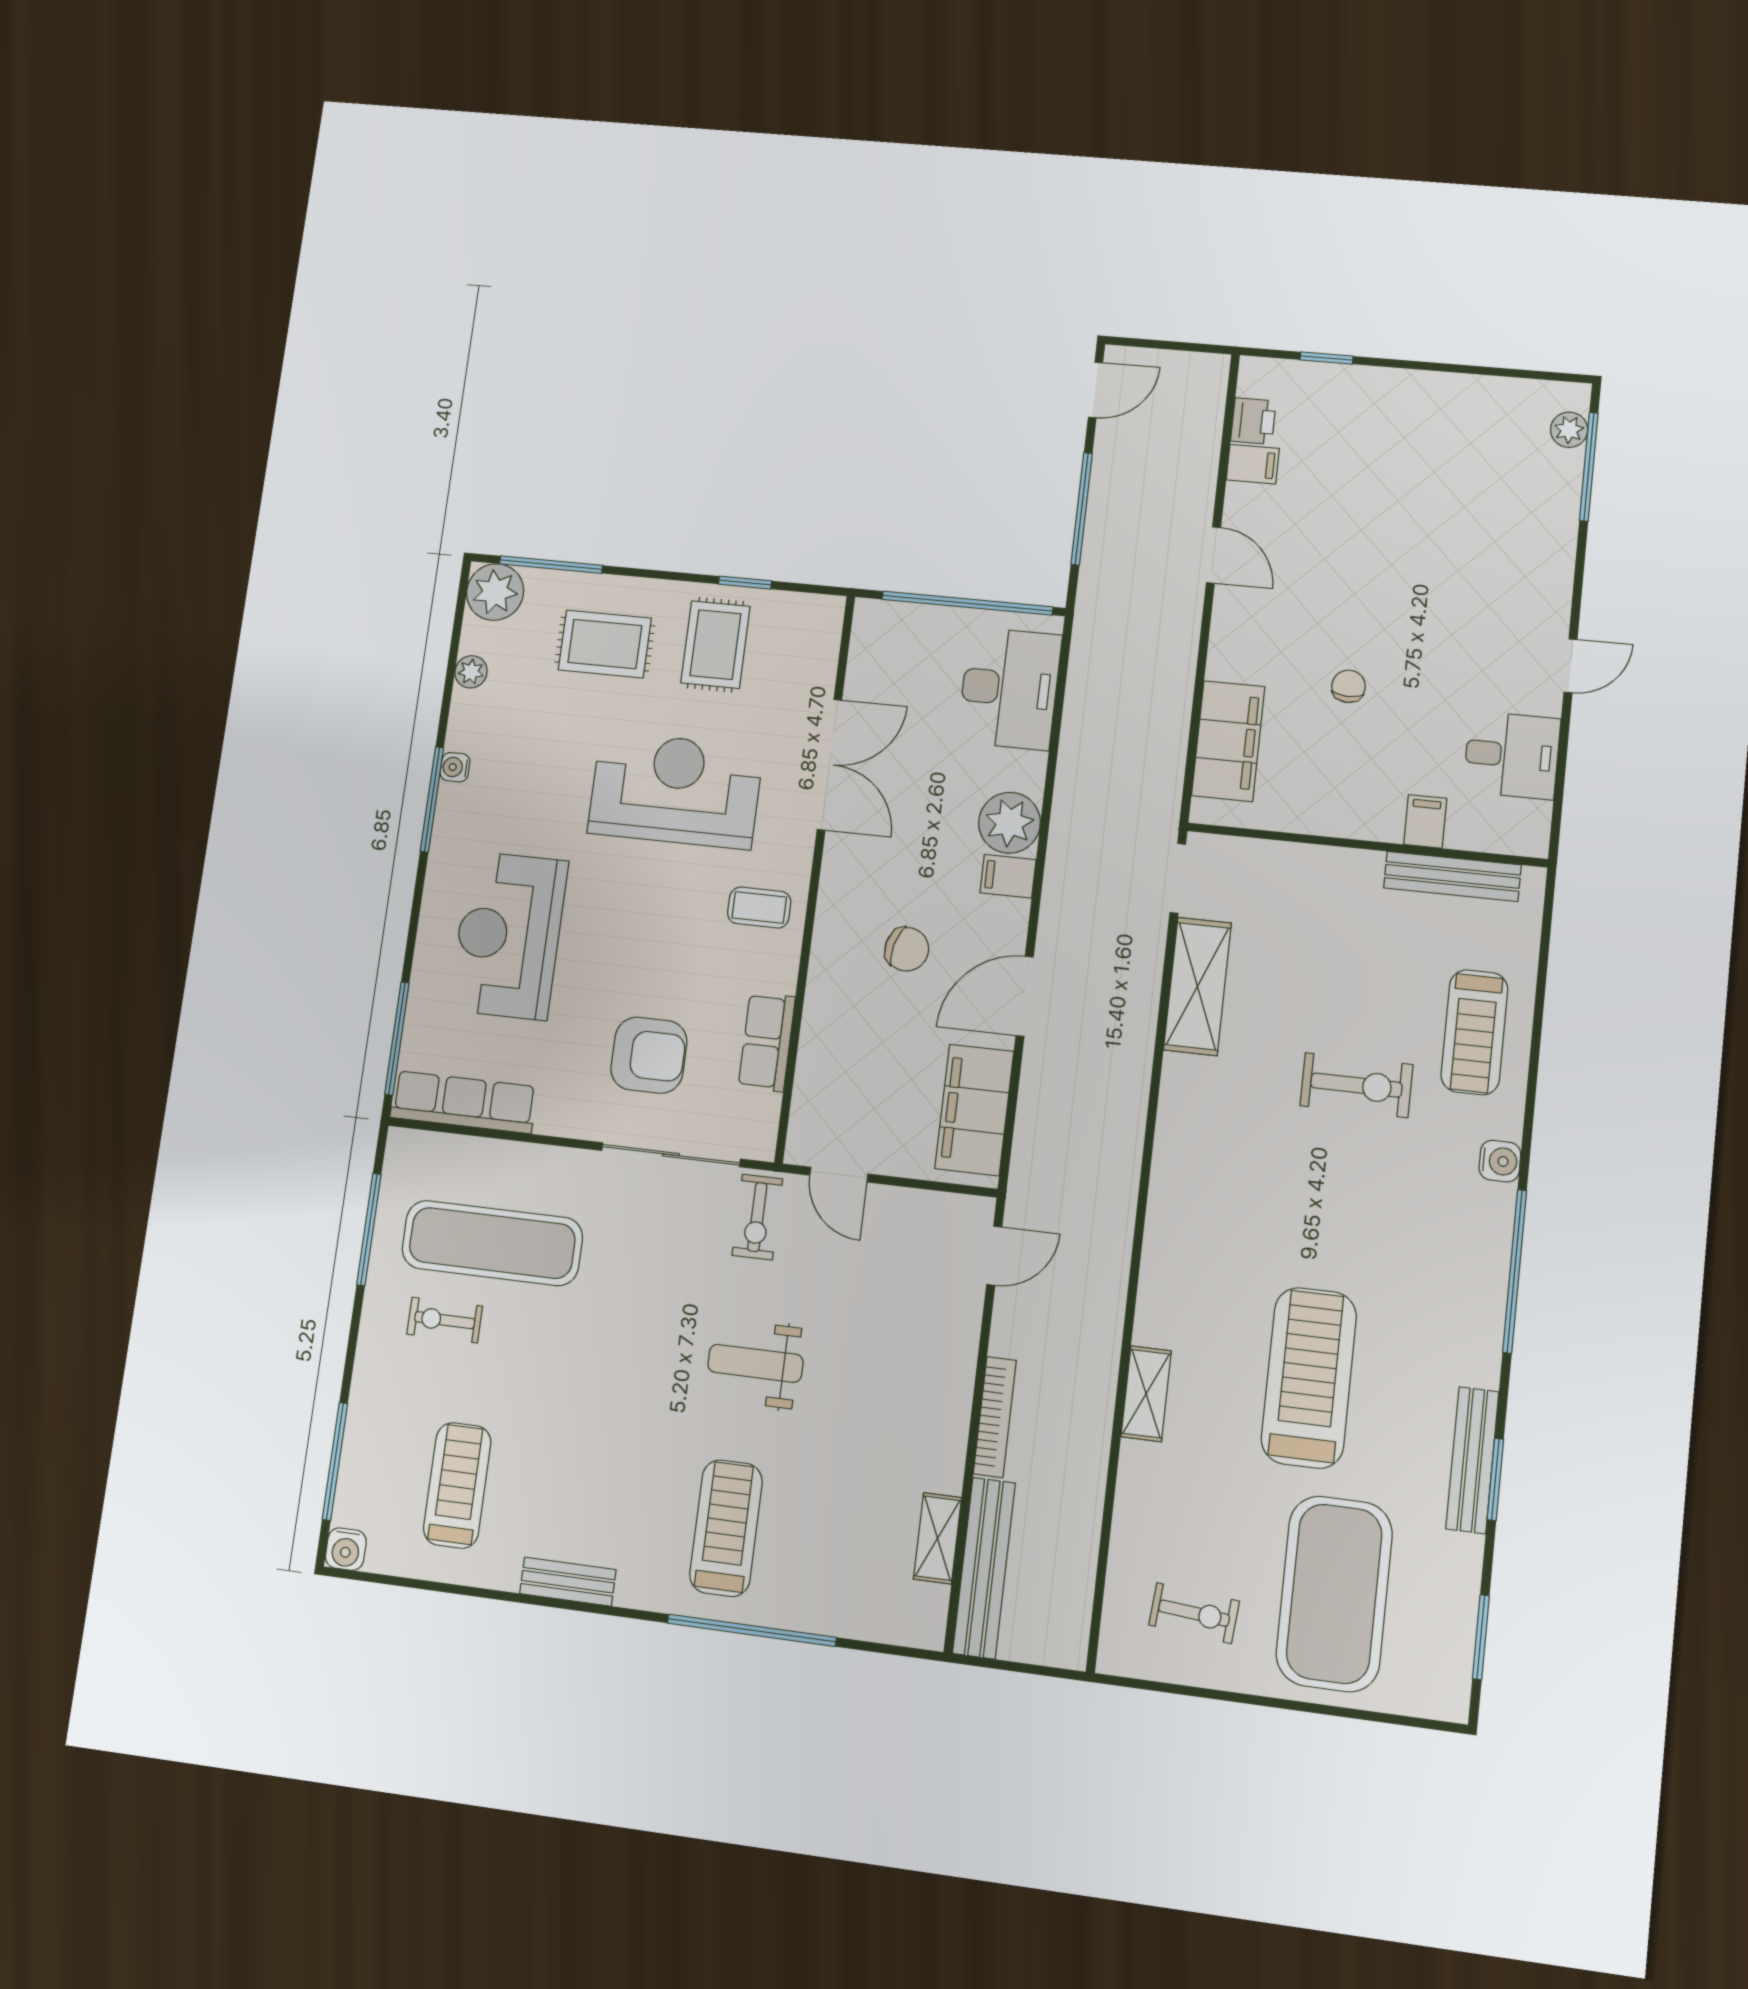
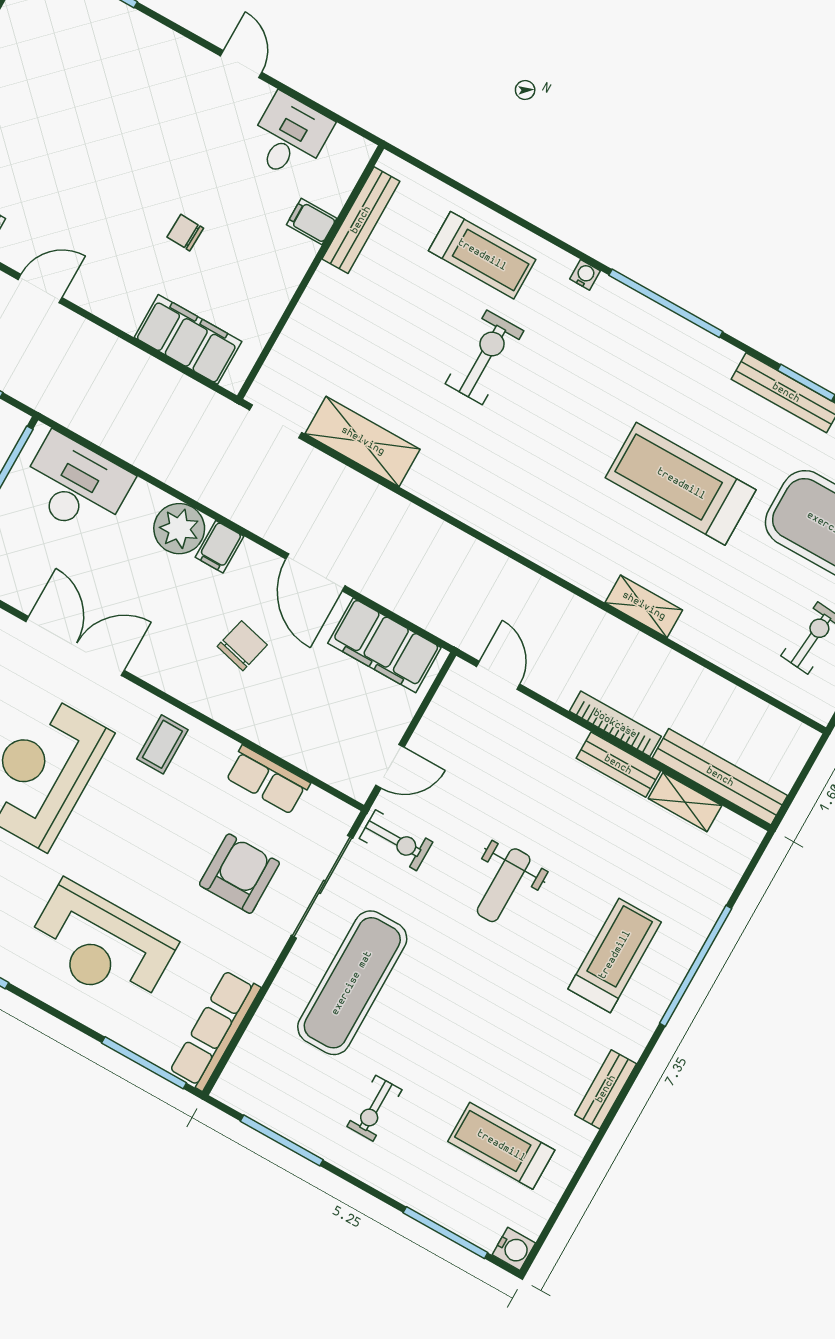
water cooler: (1500, 1161) -> (585, 275), width x0.72, depth x0.72
exercise mat: (492, 1243) -> (352, 983), moved
bench: (949, 1441) -> (618, 765), added
treadmill: (726, 1528) -> (615, 955), turned 90

